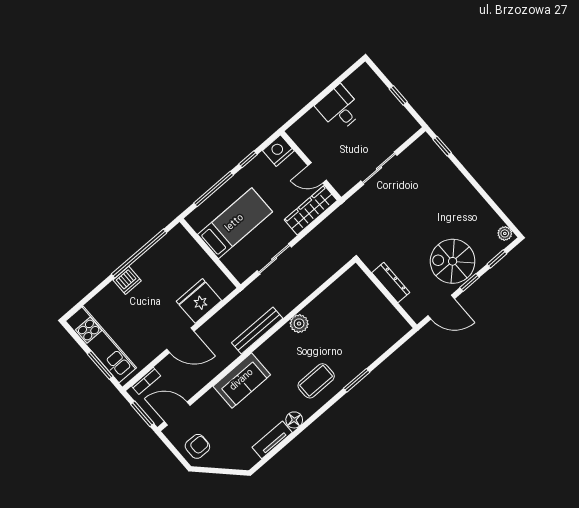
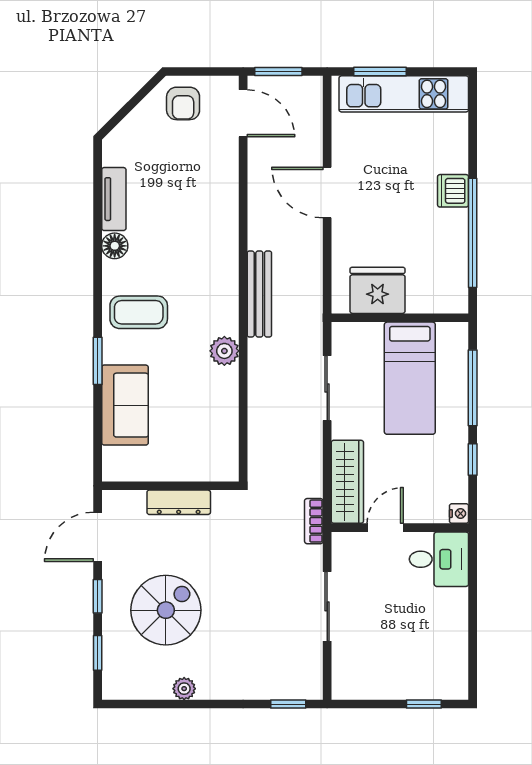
window: (398, 95) -> (424, 704), moved
desk: (339, 108) -> (439, 559), moved
nightstand: (278, 151) -> (459, 514), width x0.53, depth x0.56
plant: (505, 233) -> (184, 689), moved
spiral stairs: (453, 261) -> (166, 610), moved
fridge: (199, 301) -> (378, 290), moved, turned -90
door: (180, 340) -> (327, 192), hinge flipped
sofa: (242, 380) -> (125, 405), moved, turned 180
bookcase: (146, 381) -> (314, 521), moved
coffee table: (316, 381) -> (139, 312), turned 90
door: (177, 413) -> (243, 113), hinge flipped

